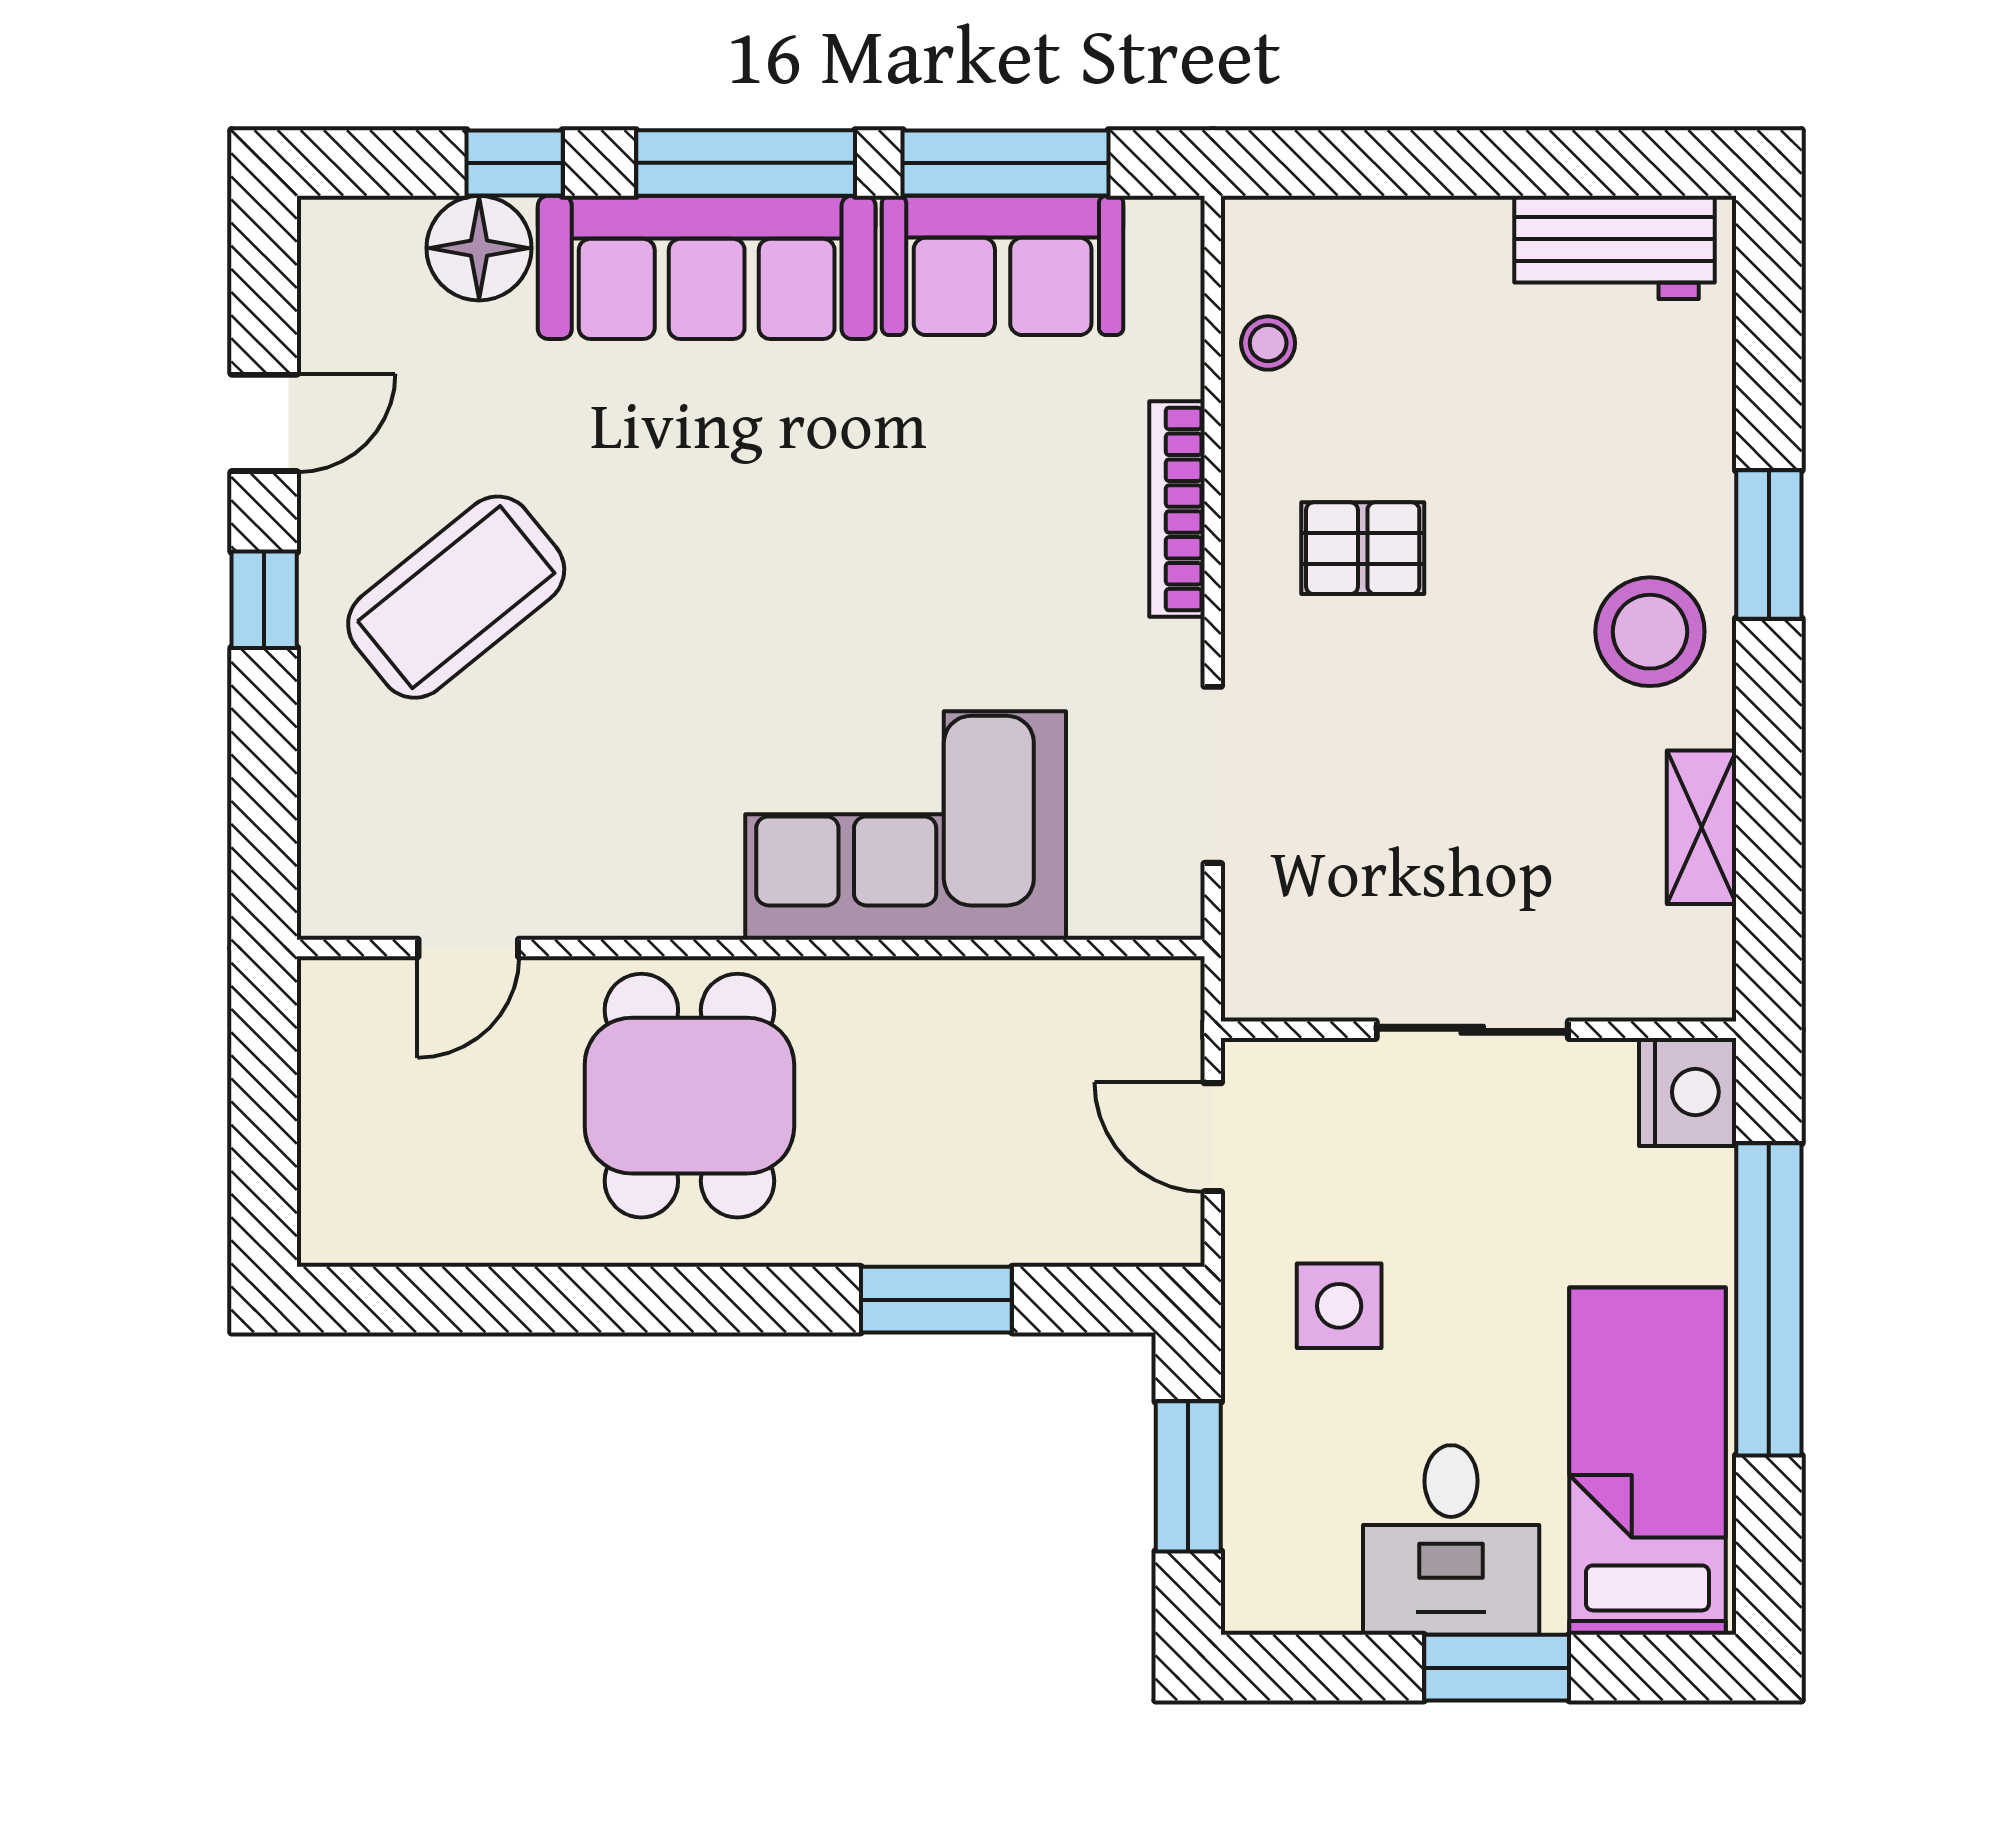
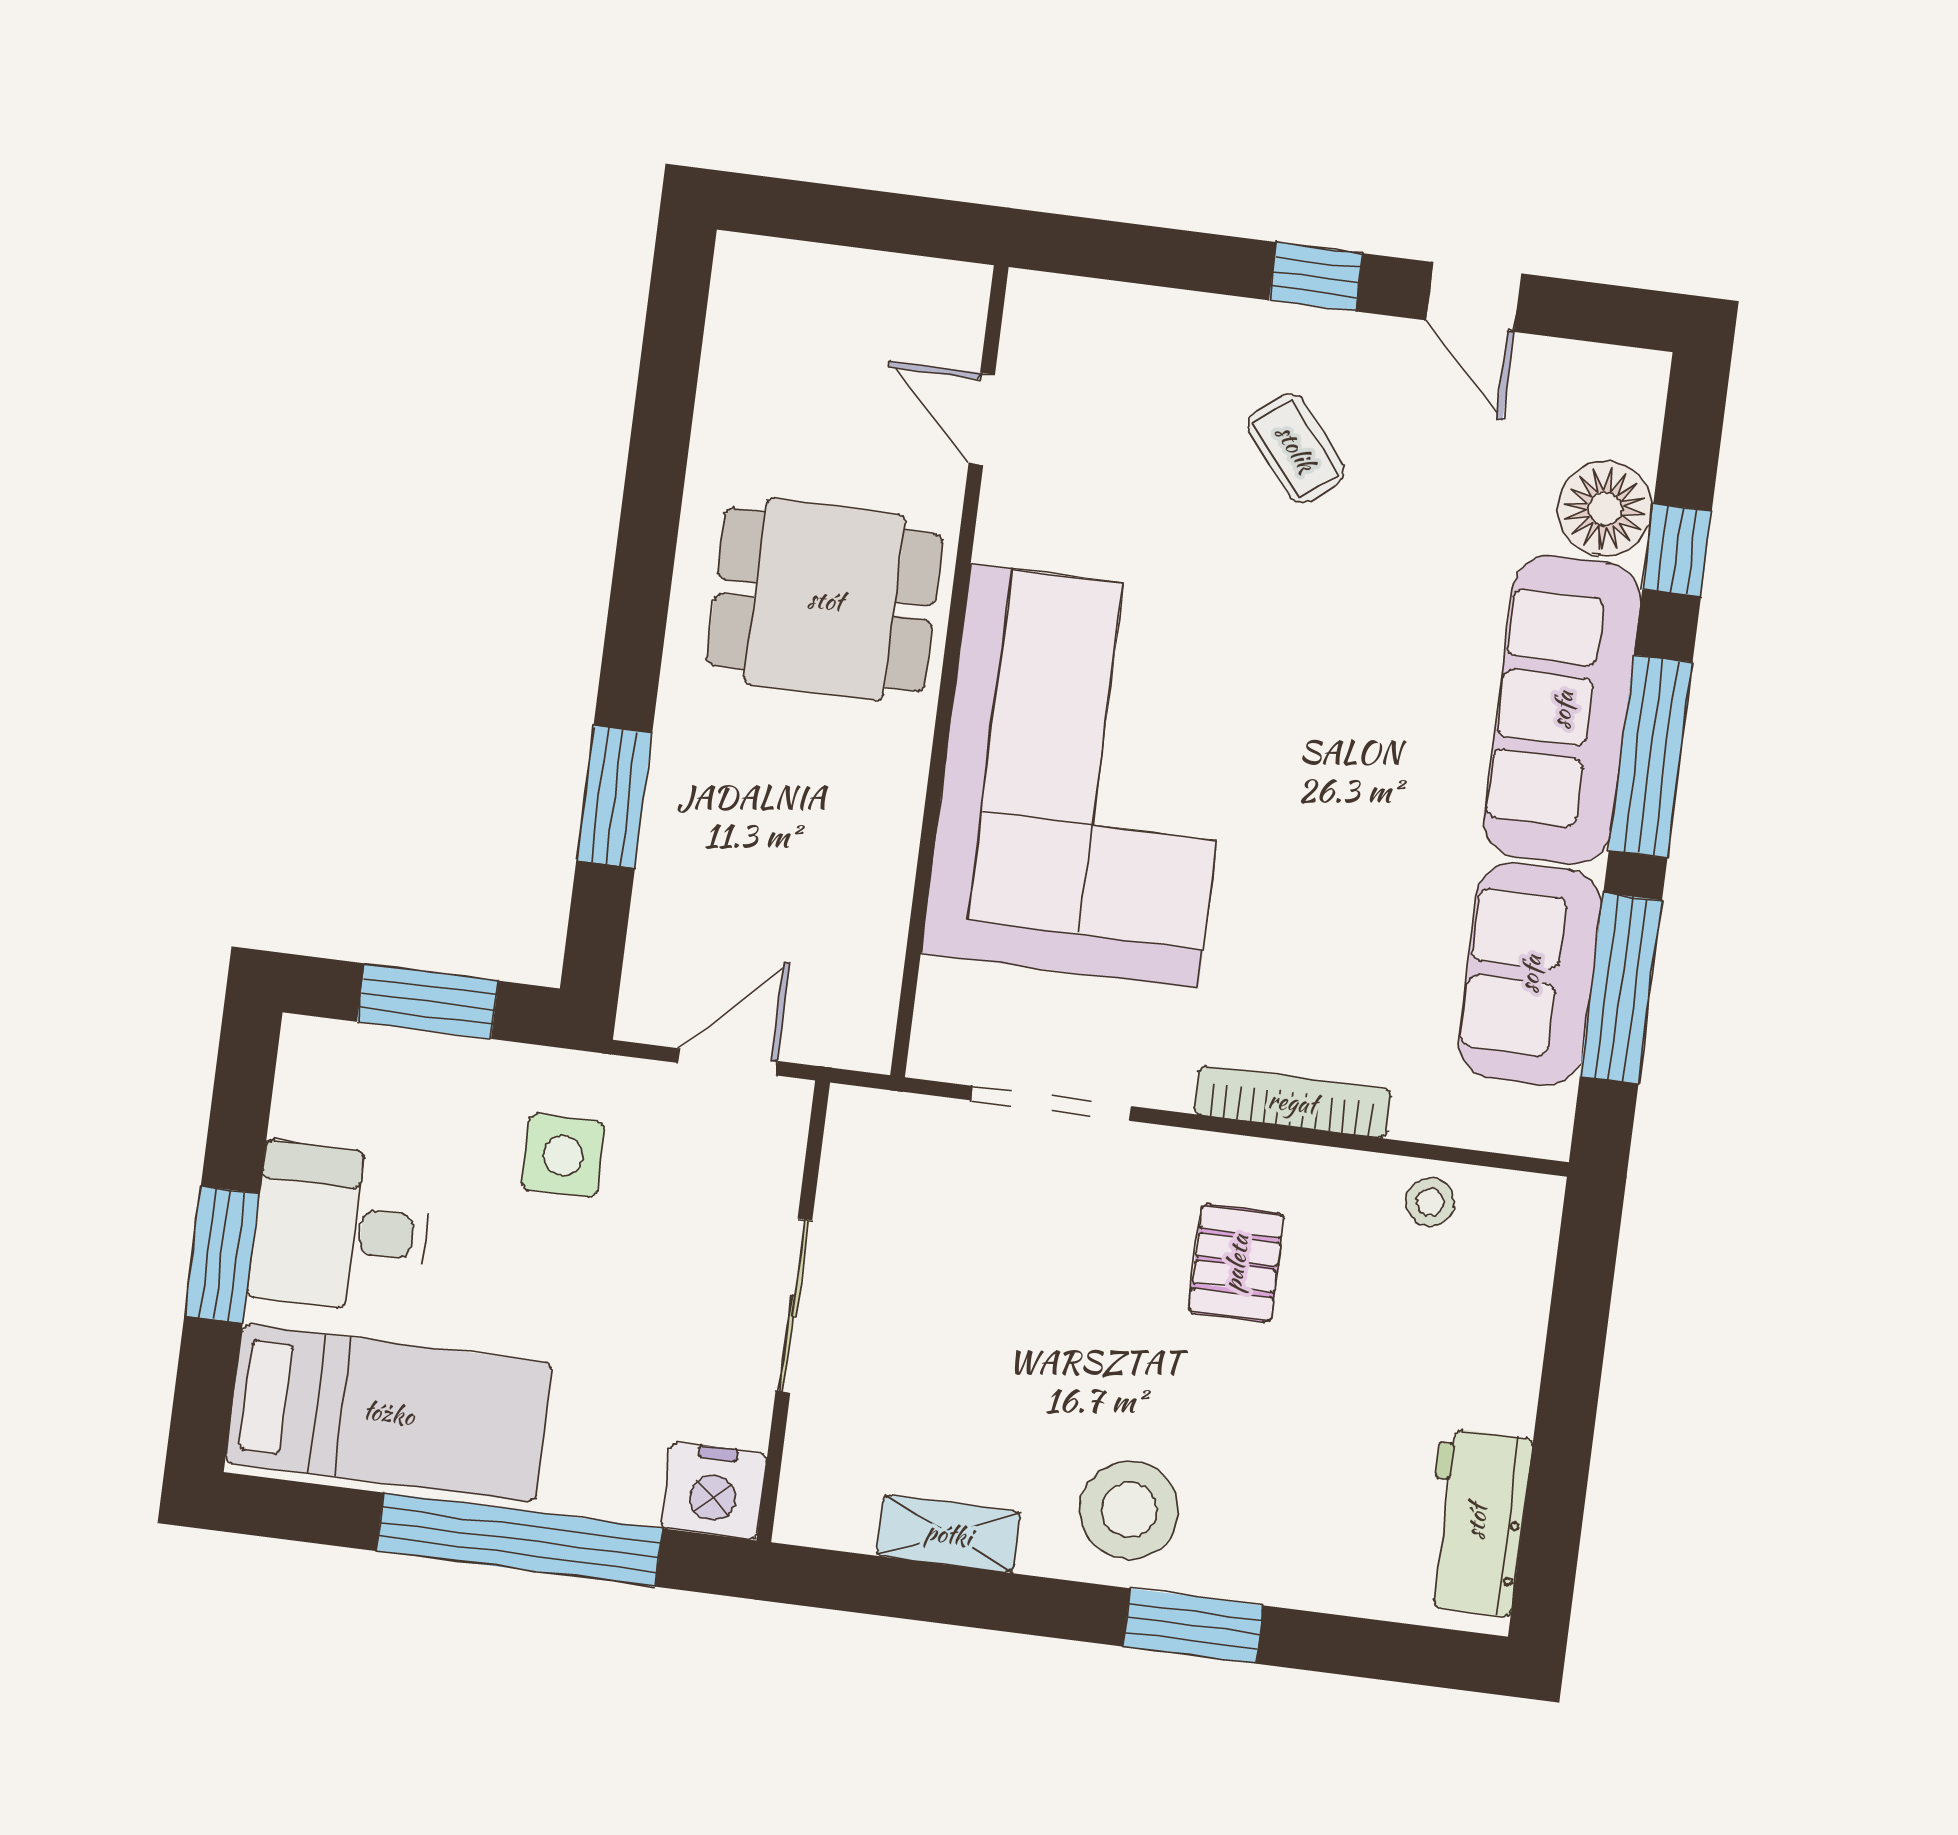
coffee table: (456, 597) -> (1296, 448), width x0.54, depth x0.58
corner sofa: (906, 825) -> (1084, 776), width x1.36, depth x1.36

